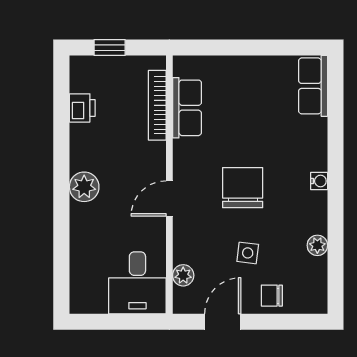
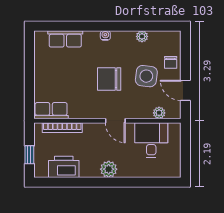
row of seats: (313, 86) -> (65, 39), moved
printer: (82, 108) -> (64, 167), width x1.87, depth x1.48
row of seats: (187, 108) -> (51, 111), moved
side table: (248, 253) -> (146, 76), width x1.87, depth x1.87
desk: (137, 283) -> (151, 140), moved, turned -90

